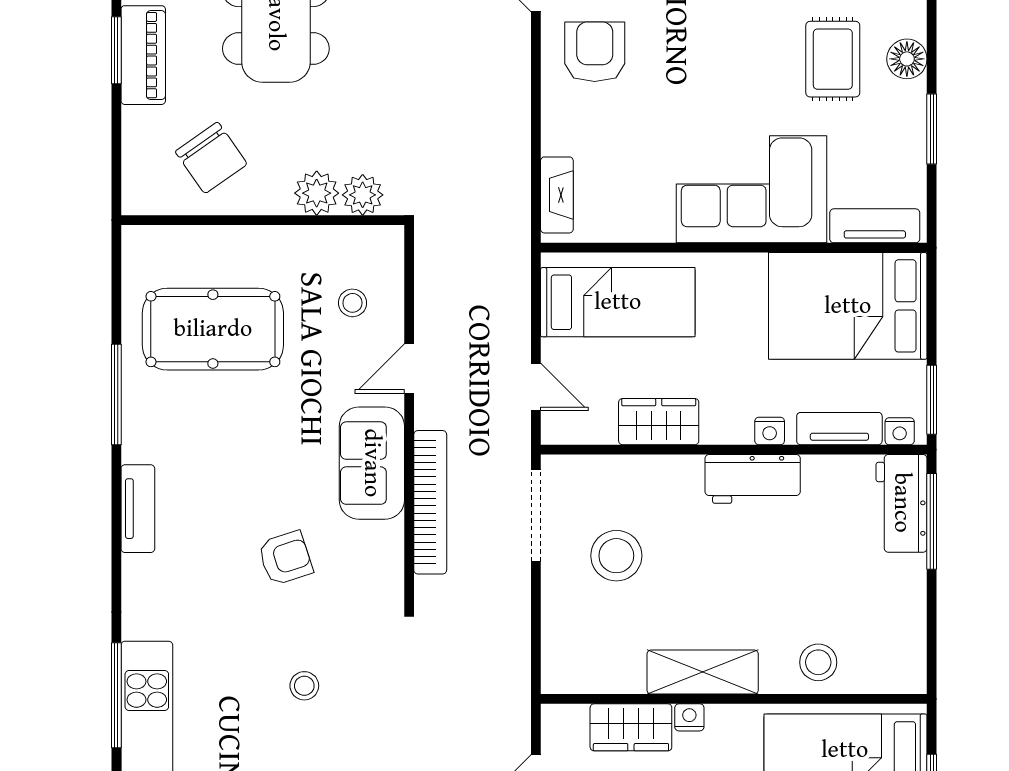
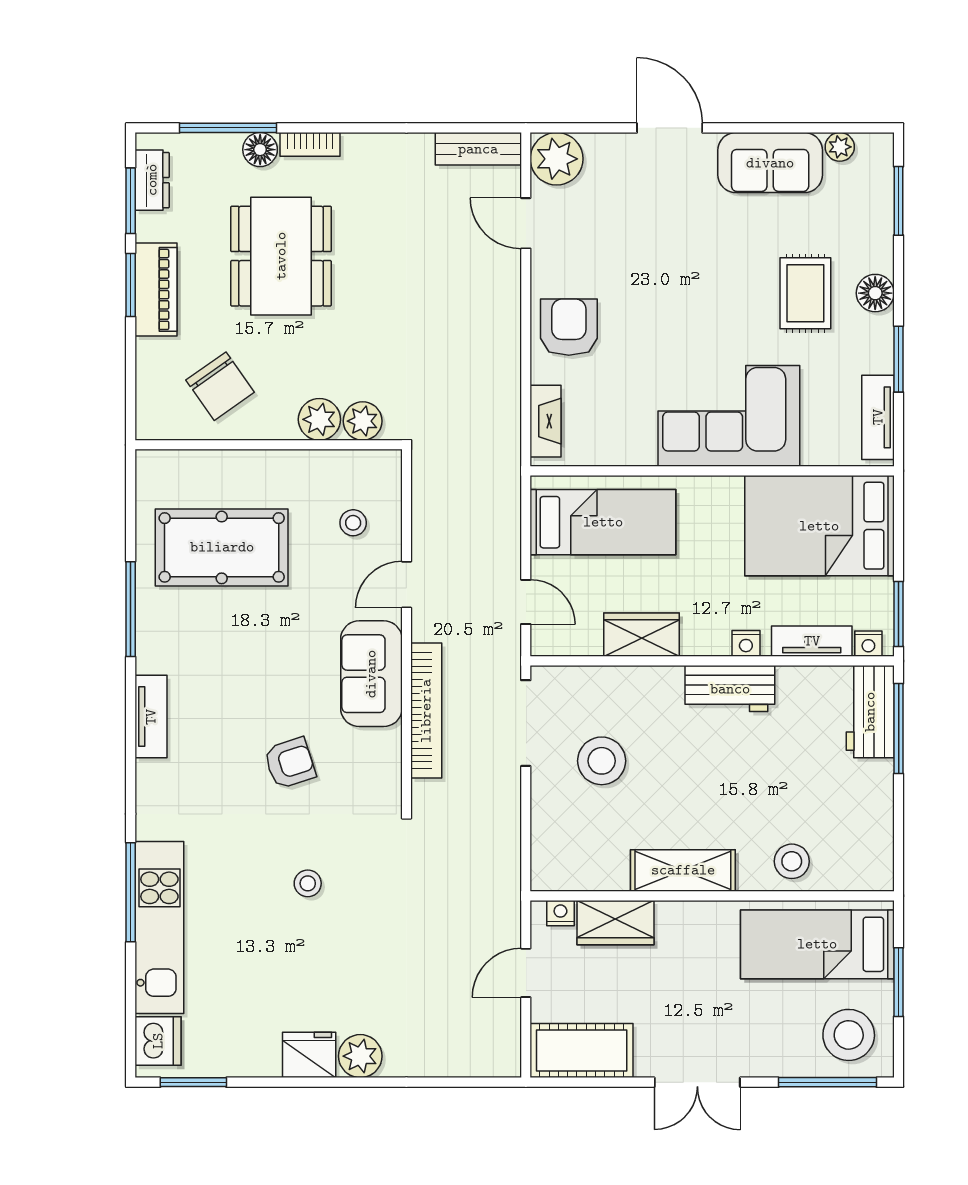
armchair: (595, 52) -> (569, 327), moved
tv unit: (875, 226) -> (878, 417), moved, turned -90
nightstand: (689, 717) -> (560, 913), moved

